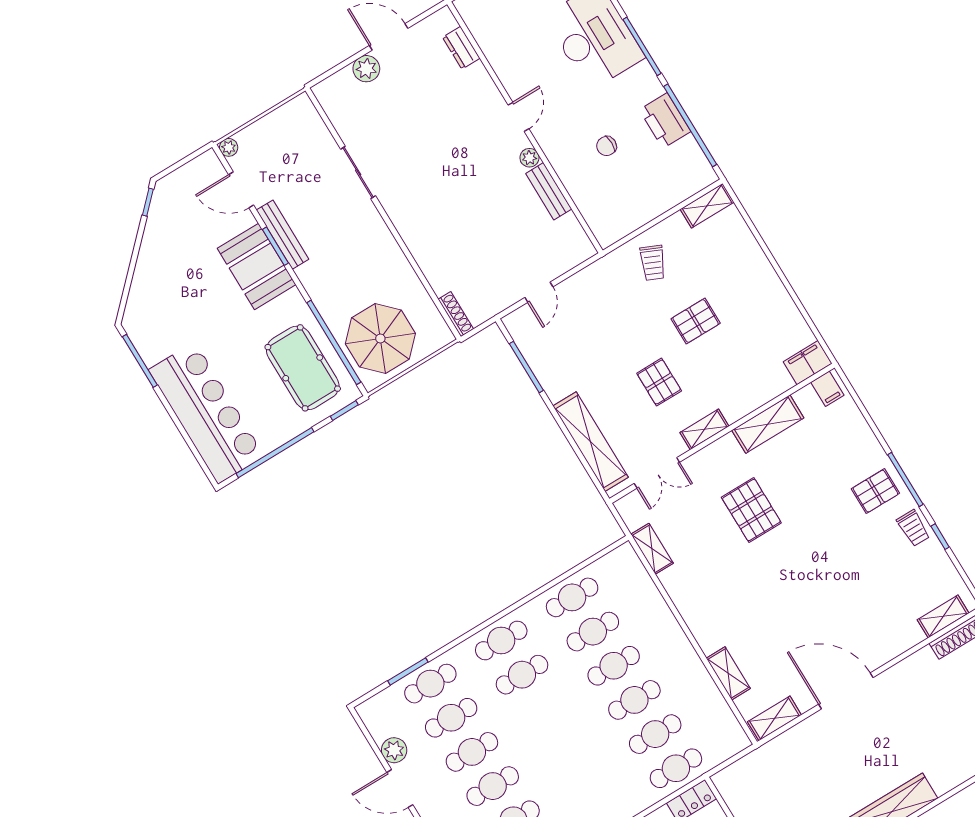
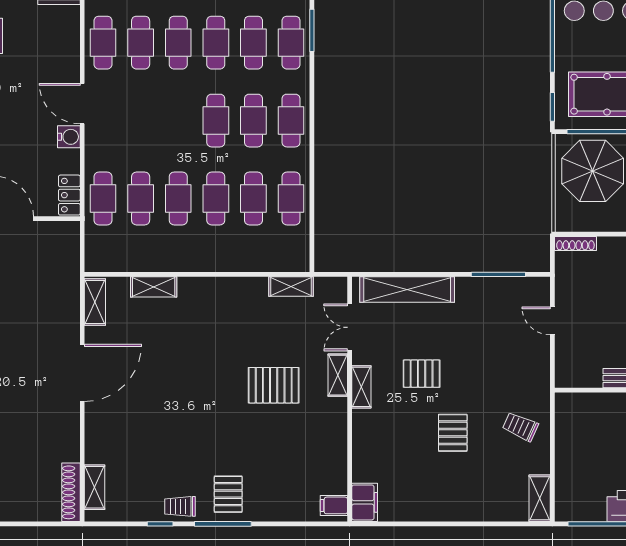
shelving: (768, 424) -> (338, 375), moved, width x0.67, depth x0.75
cafe table: (543, 709) -> (216, 121), added

